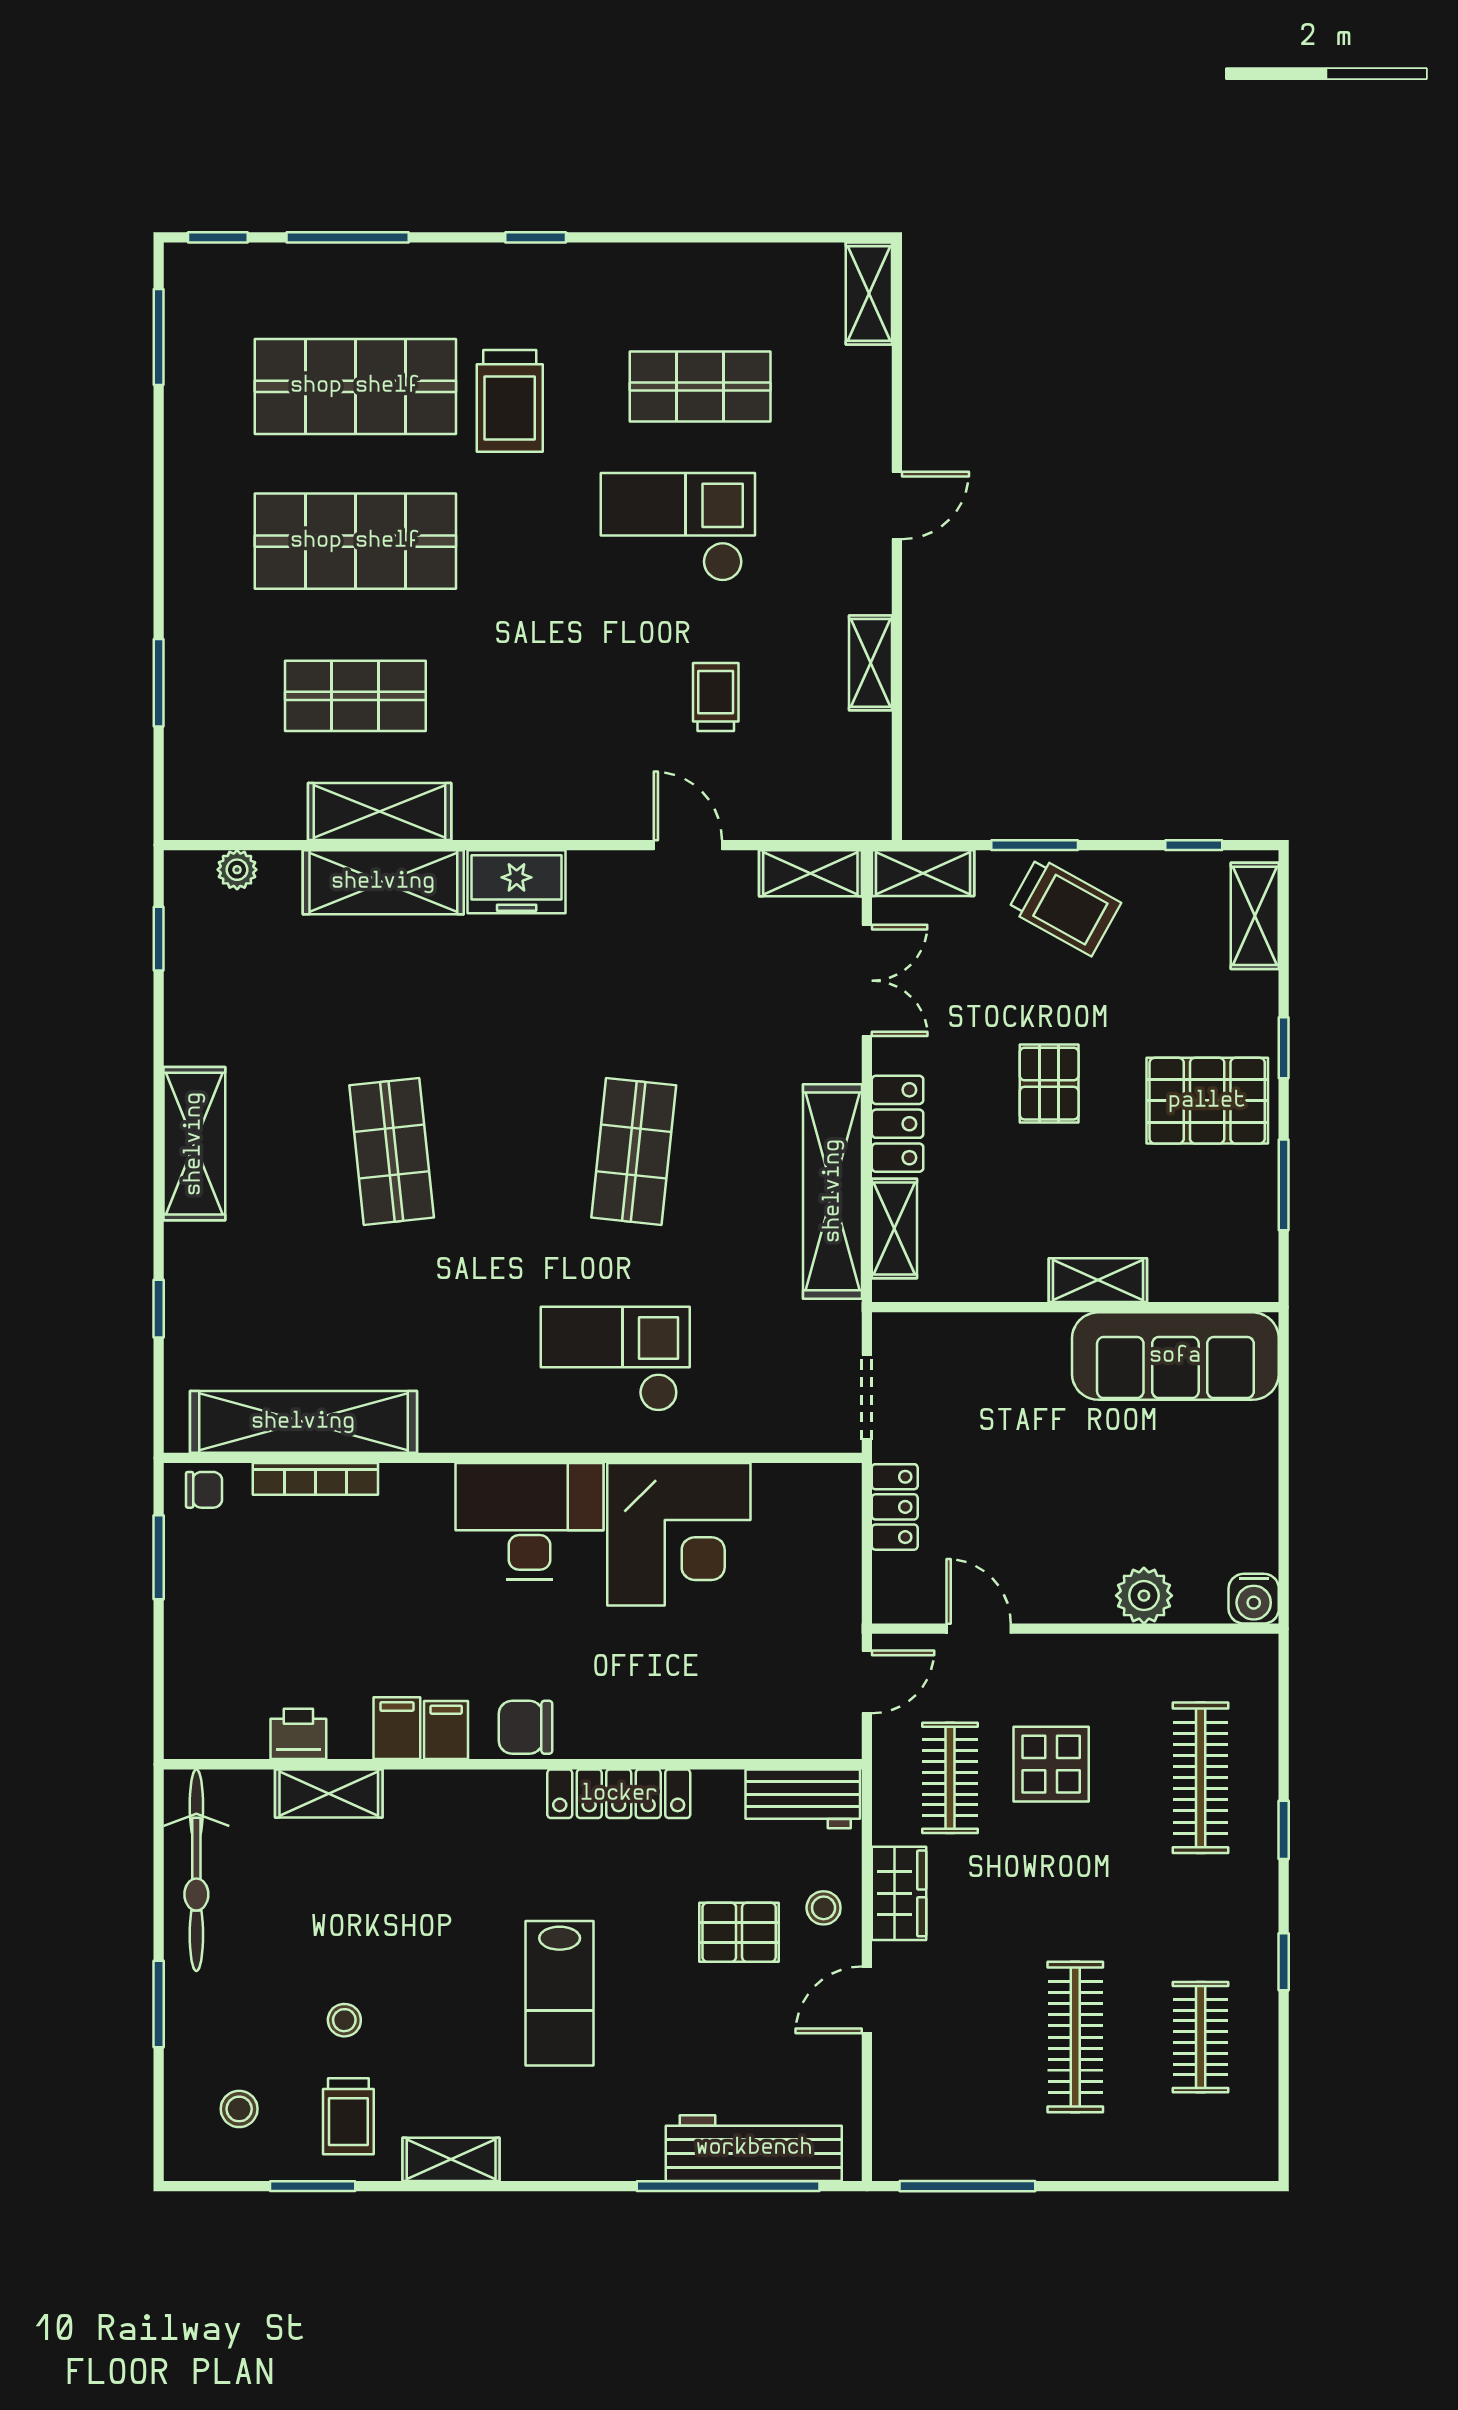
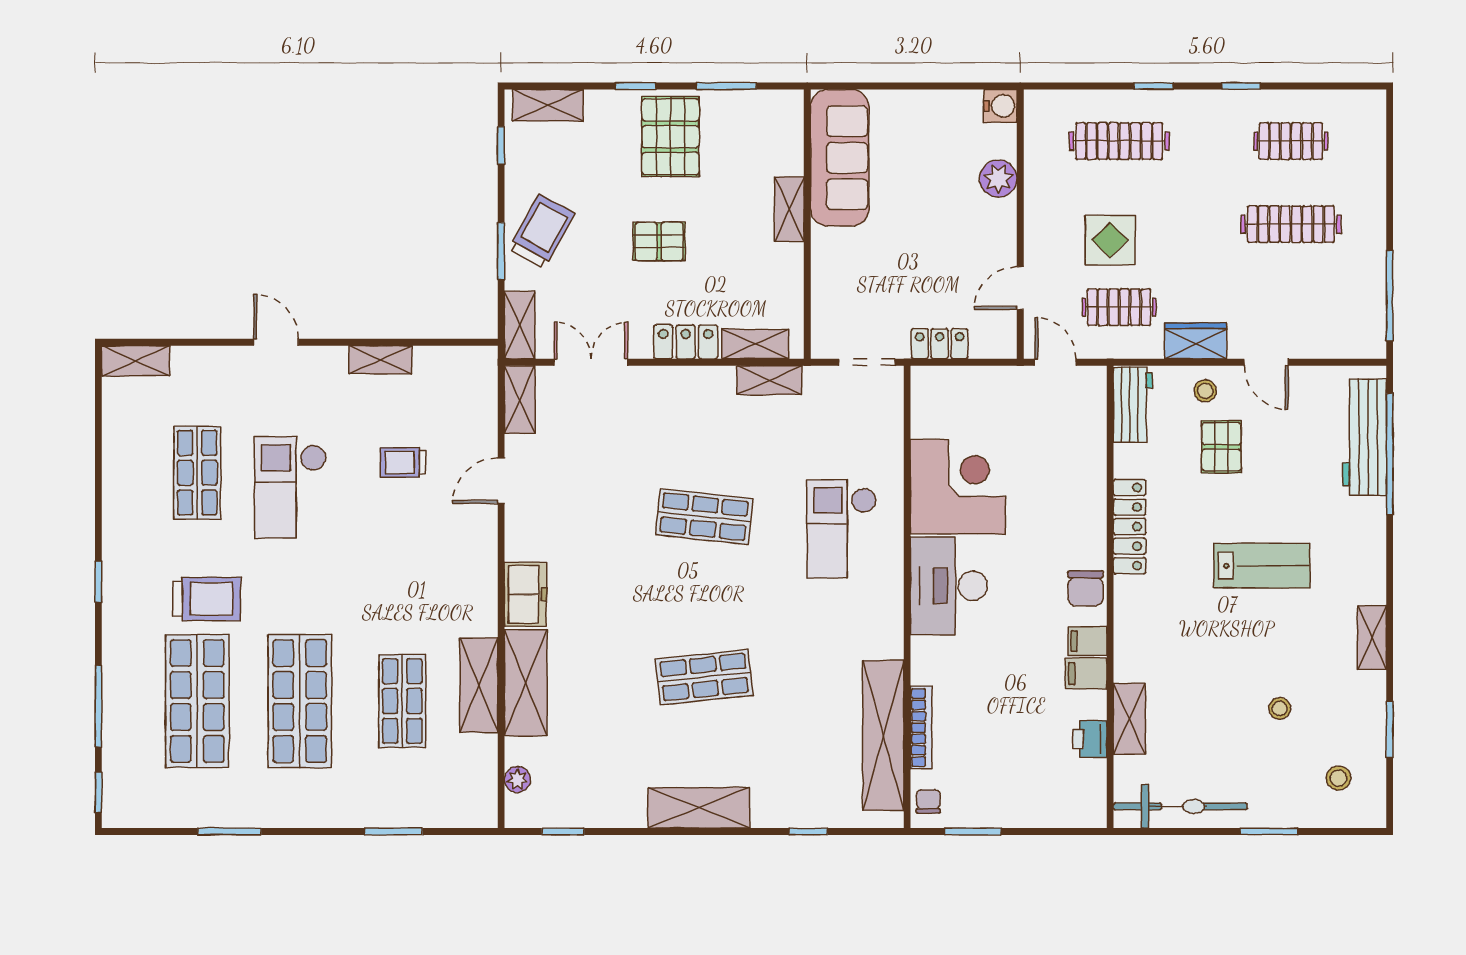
window: (159, 337) -> (229, 831), moved
shelving: (833, 1191) -> (769, 380), width x0.45, depth x0.75
trolley: (348, 2116) -> (1343, 706), removed

